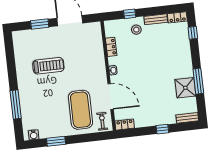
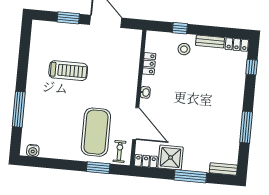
shower: (185, 88) -> (171, 158), moved
window: (162, 129) -> (190, 176), width x2.17
window: (56, 141) -> (98, 168), moved

